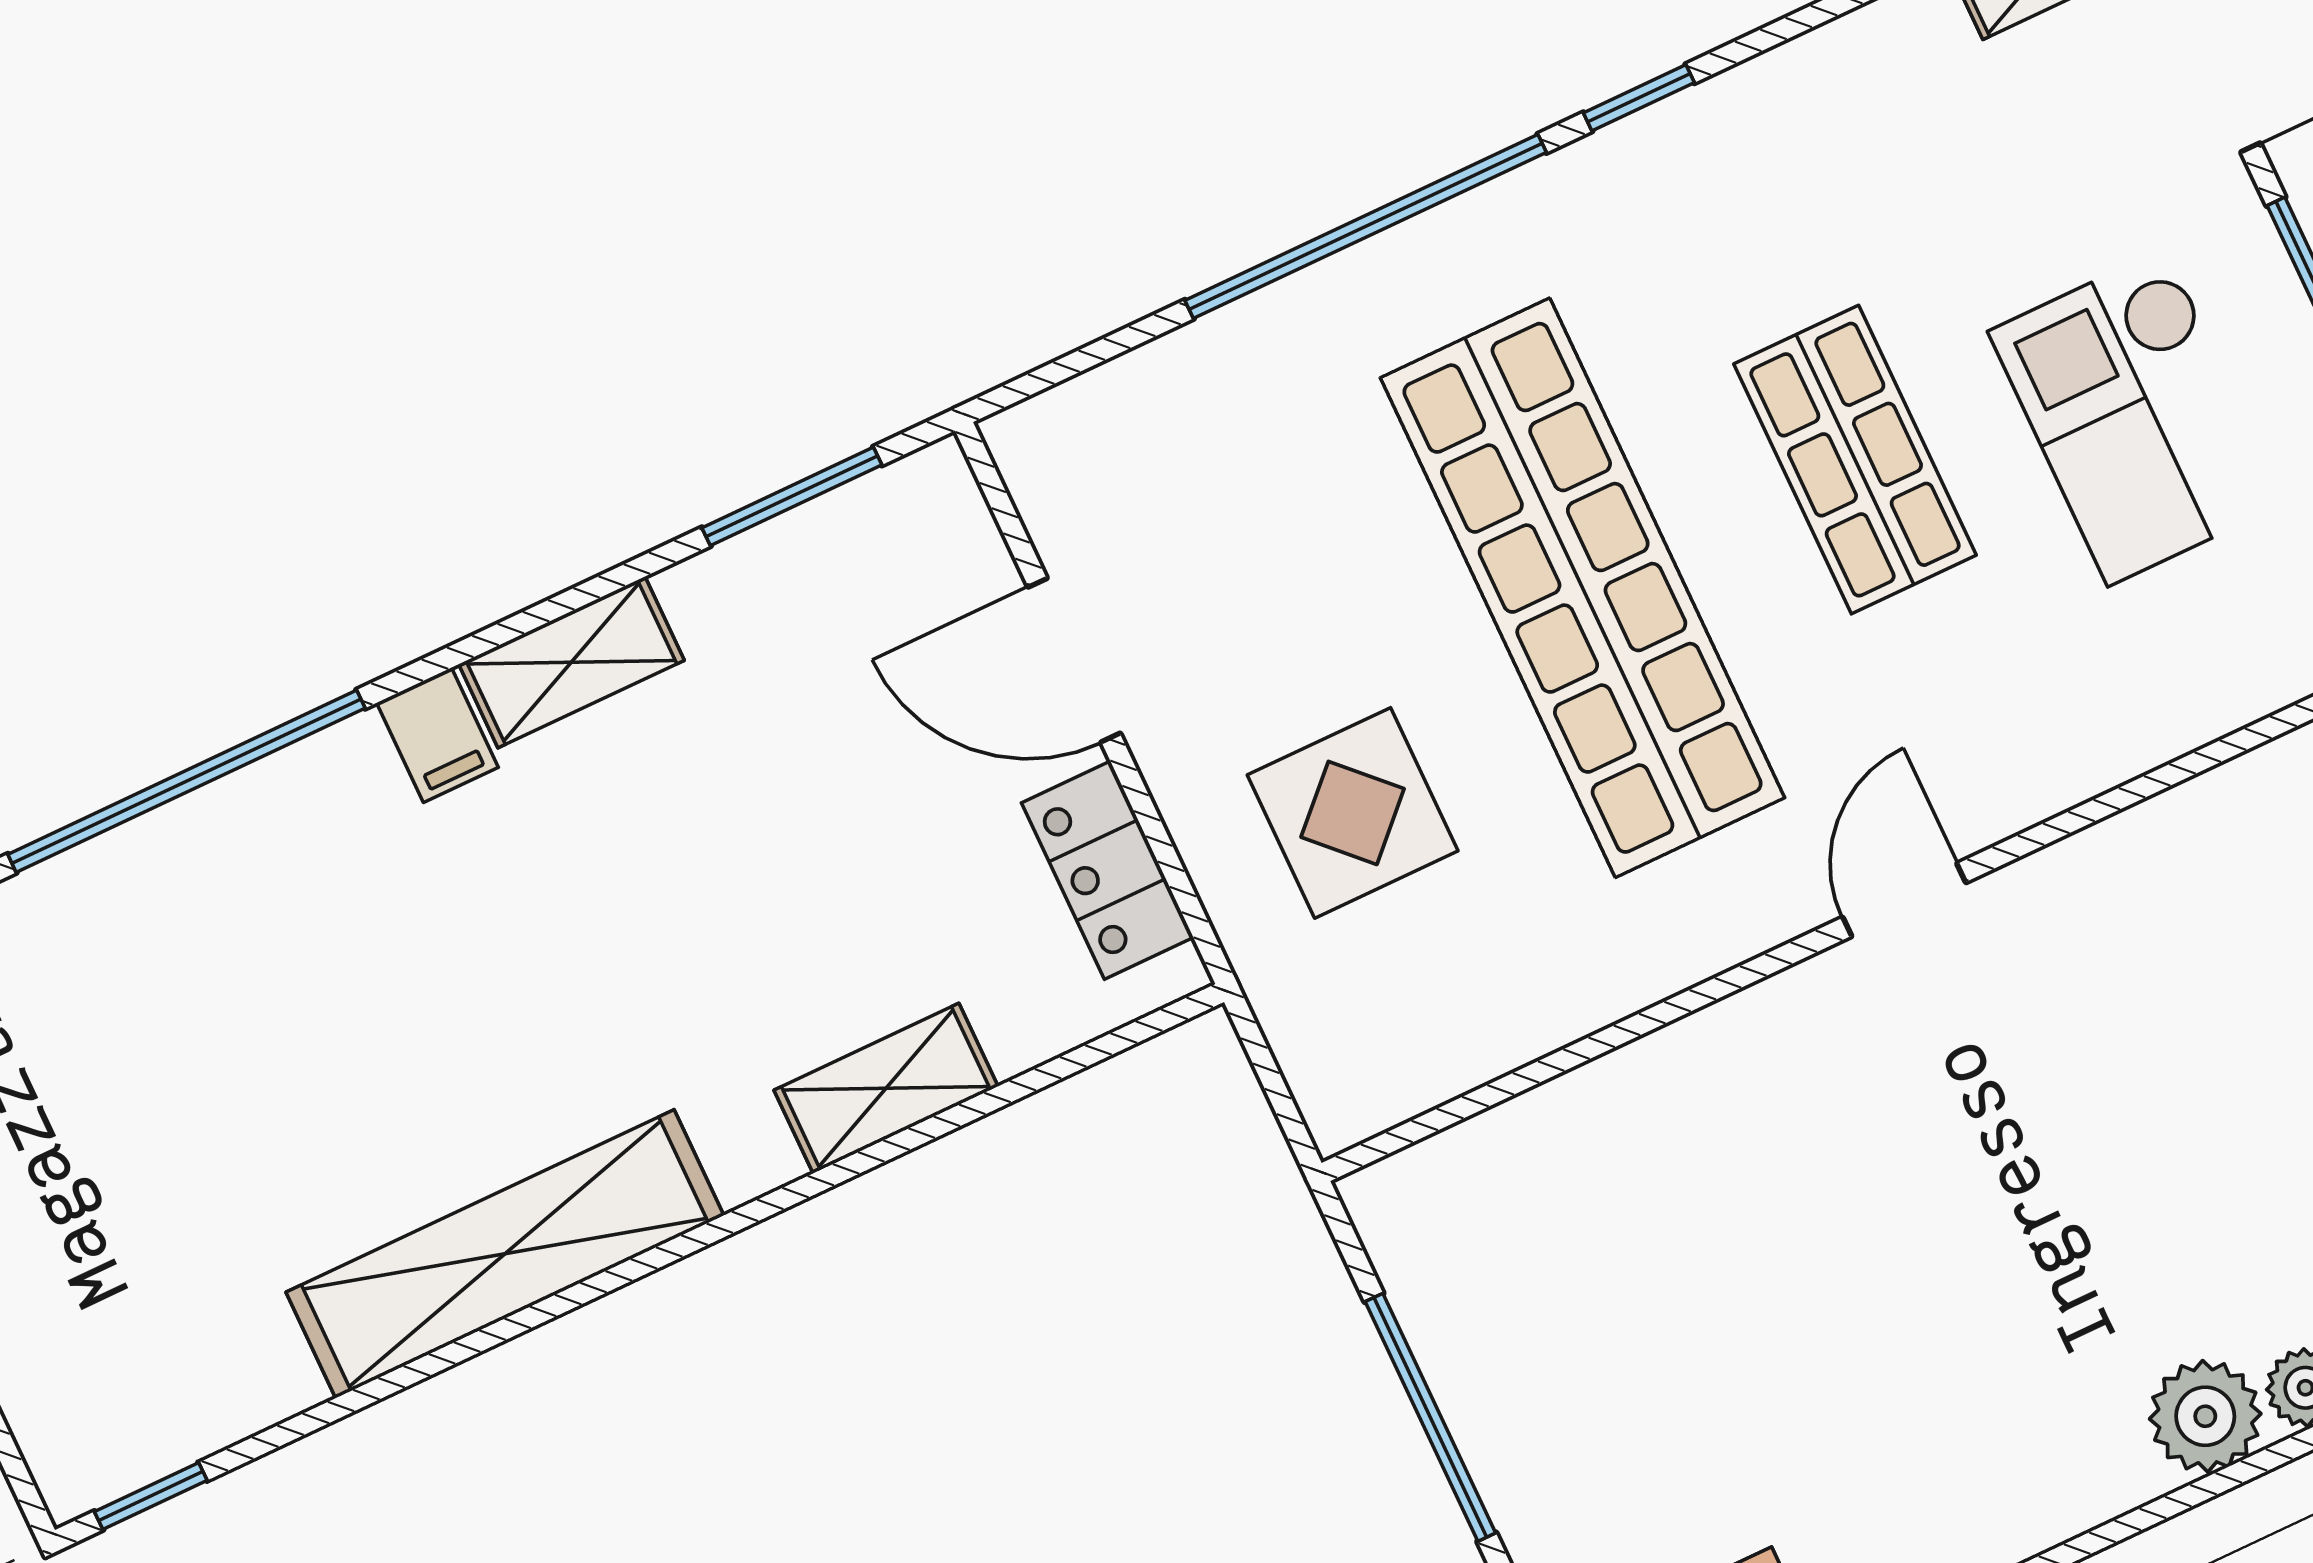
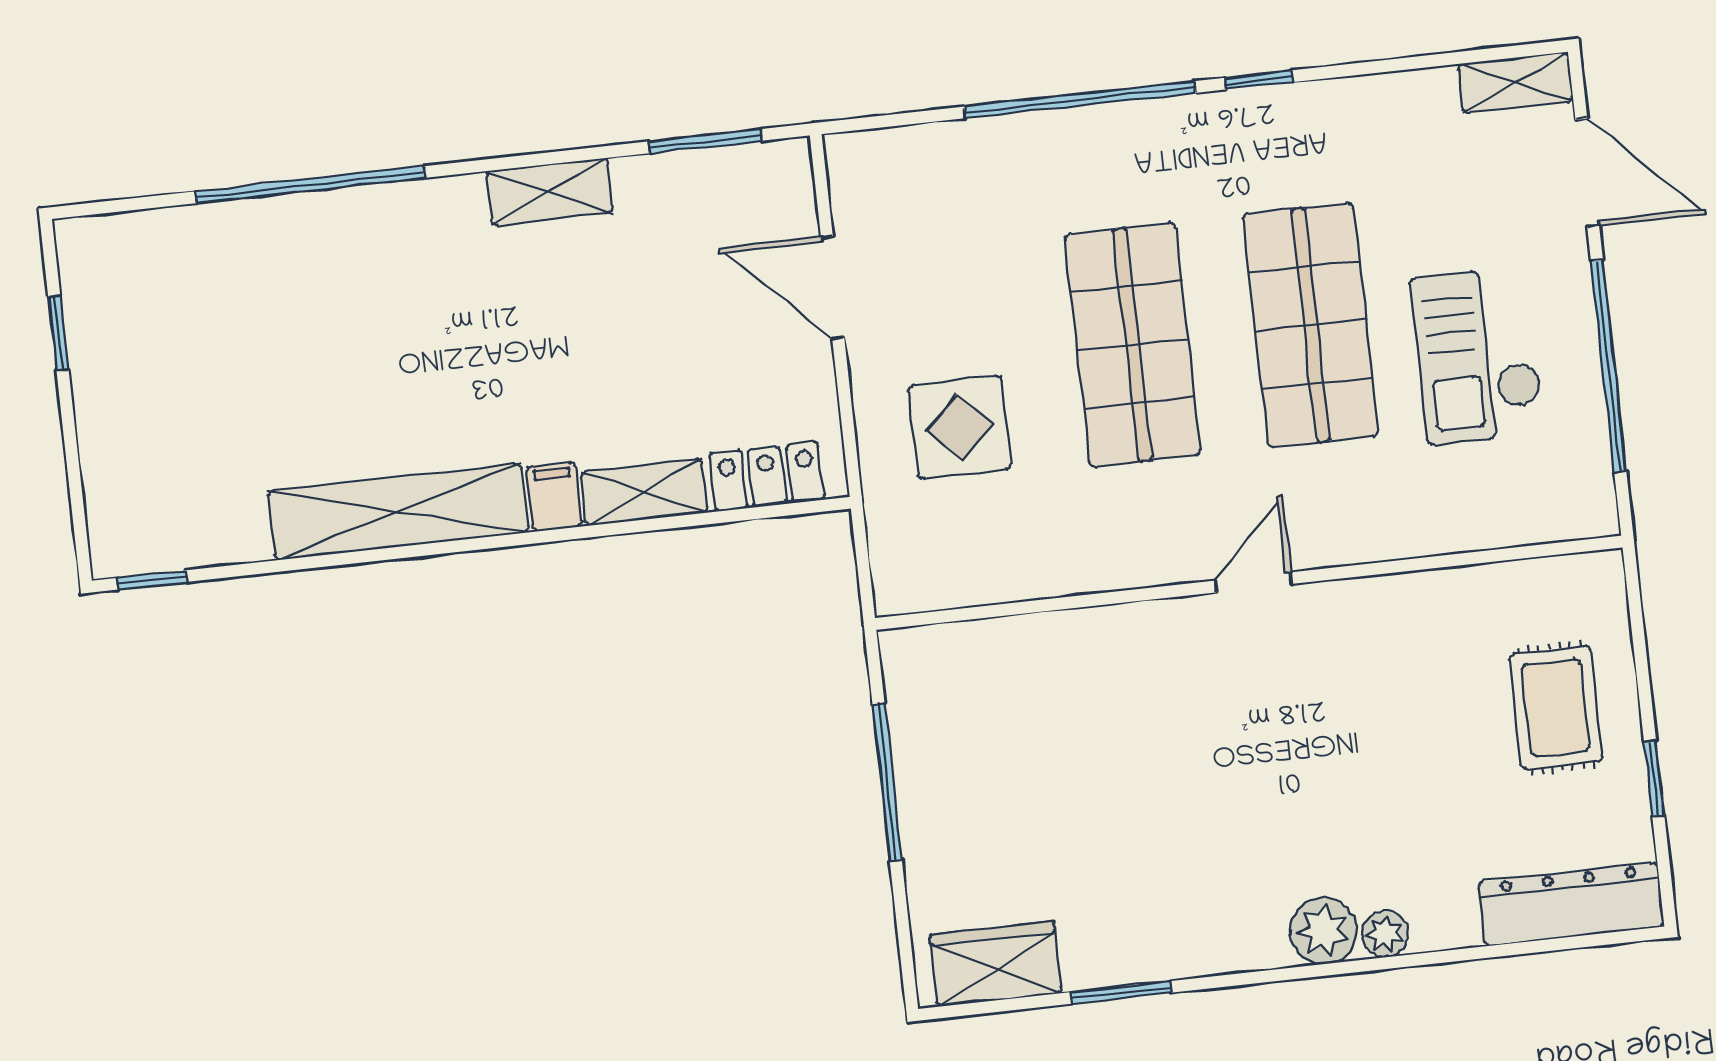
shop shelf: (1855, 460) -> (1310, 325), width x1.43, depth x1.36
shop shelf: (1582, 588) -> (1132, 345), width x0.71
filing cabinet: (437, 735) -> (554, 497), moved, turned 180
locker: (1107, 870) -> (767, 477), moved, turned 90

